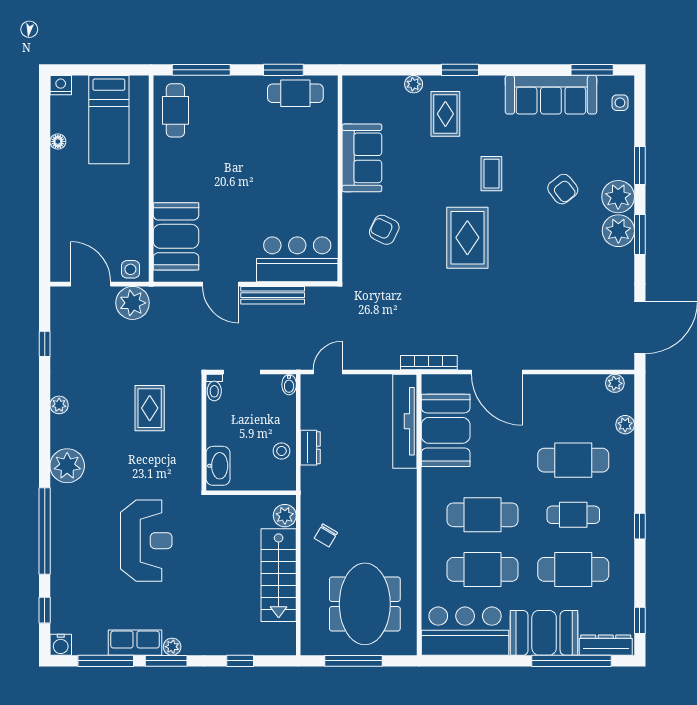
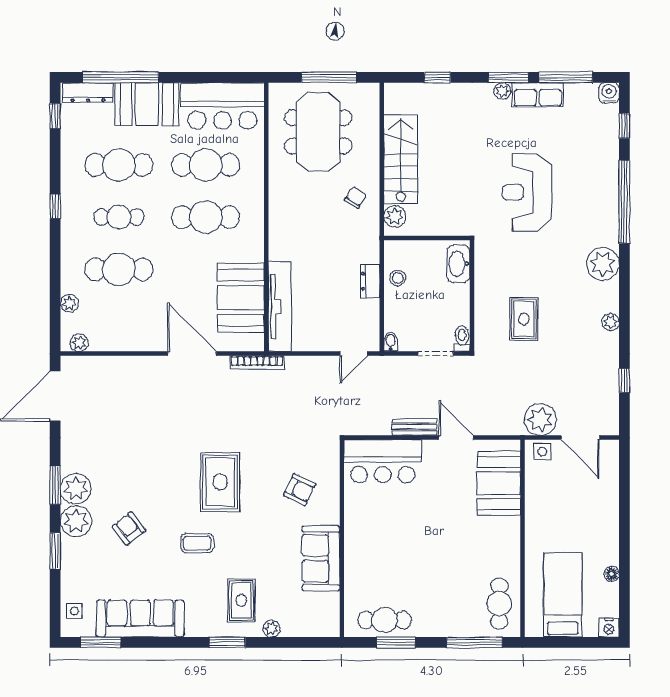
coffee table: (491, 174) -> (197, 543), turned 90
bench: (273, 295) -> (414, 427), width x0.73

